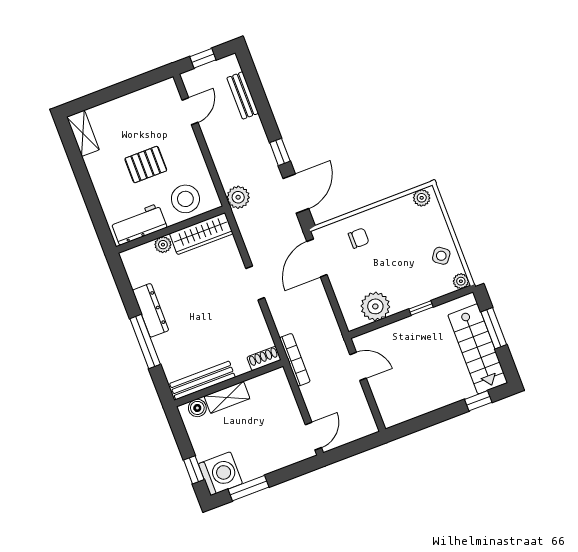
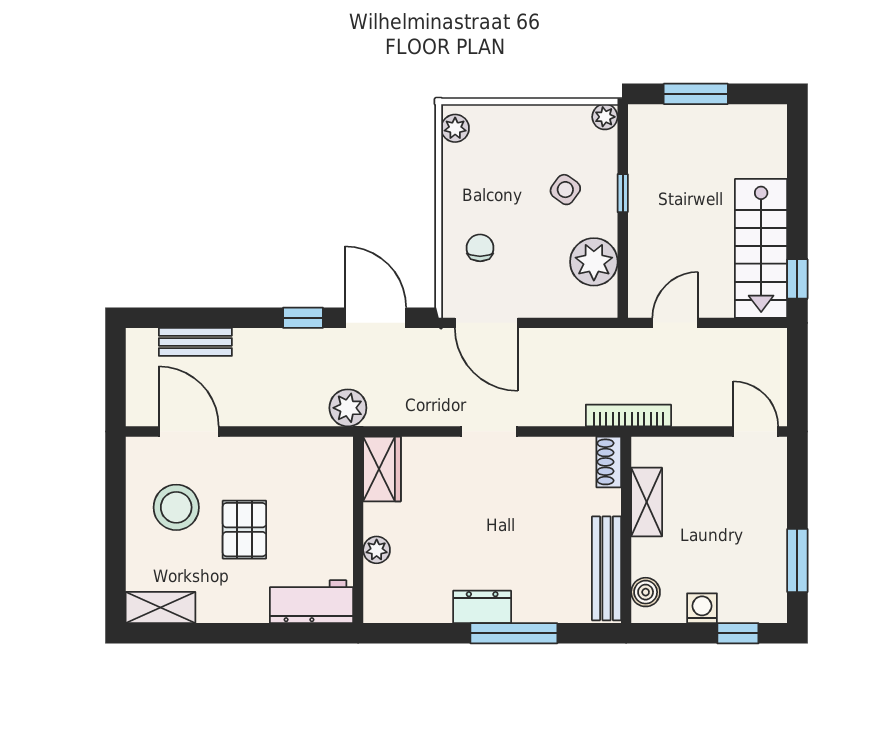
window: (203, 58) -> (116, 381), removed
door: (190, 111) -> (189, 431), width x1.38
stool: (185, 199) -> (176, 507), moved
workbench: (139, 224) -> (311, 602), moved, turned 90
wardrobe: (201, 234) -> (382, 469), width x0.67
side table: (441, 256) -> (565, 190), moved
dresser: (151, 310) -> (482, 607), width x0.70
stairs: (478, 349) -> (761, 248), moved, turned 90
shelving: (227, 397) -> (647, 502), moved
window: (478, 401) -> (797, 279), moved
washing machine: (220, 474) -> (702, 608), moved, width x0.53, depth x0.53

